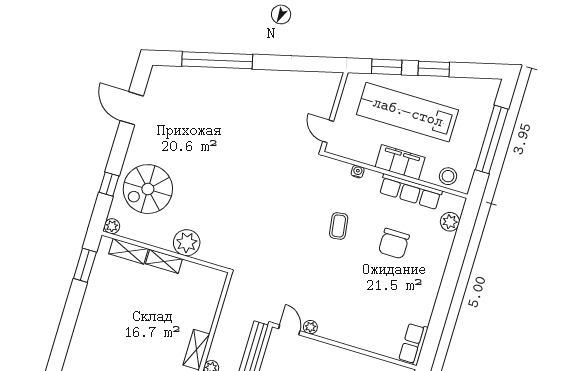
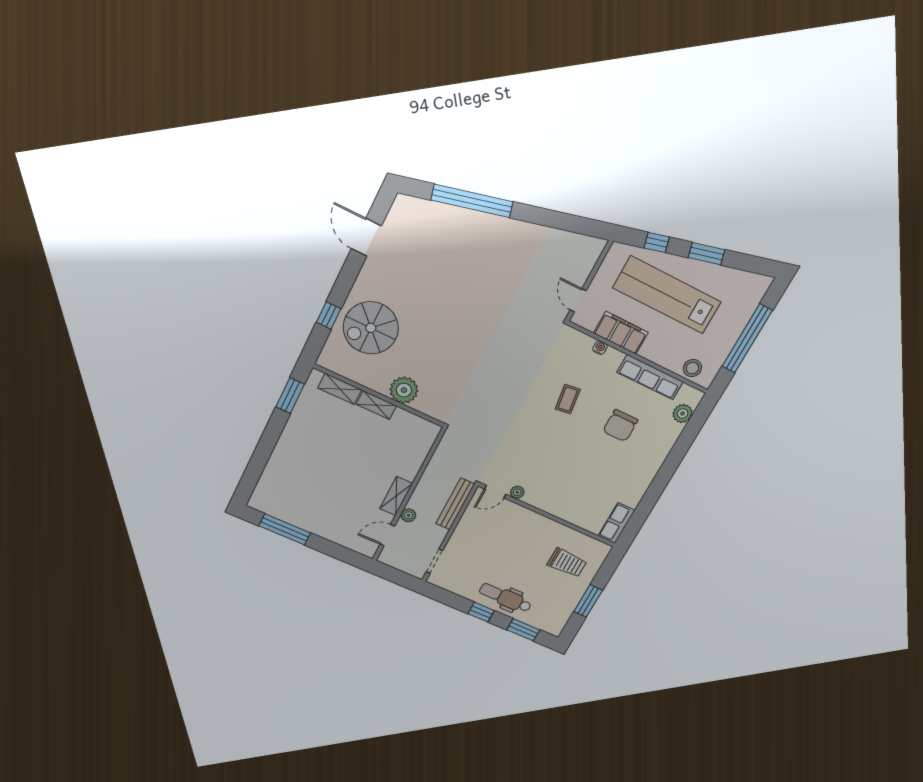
window: (387, 67) -> (657, 242), width x0.67
filing cabinet: (400, 162) -> (621, 333), moved
plant: (112, 226) -> (325, 360), removed
door: (289, 330) -> (495, 492), swing flipped

